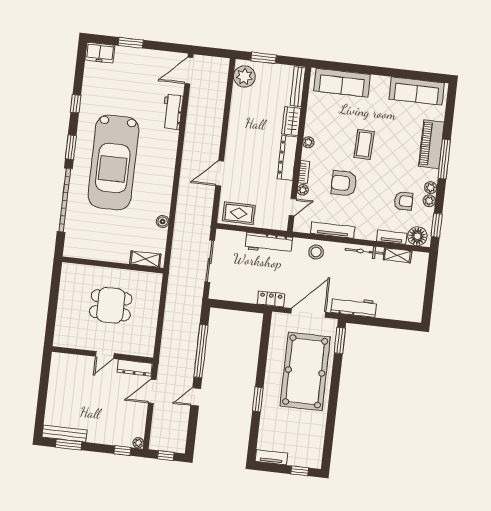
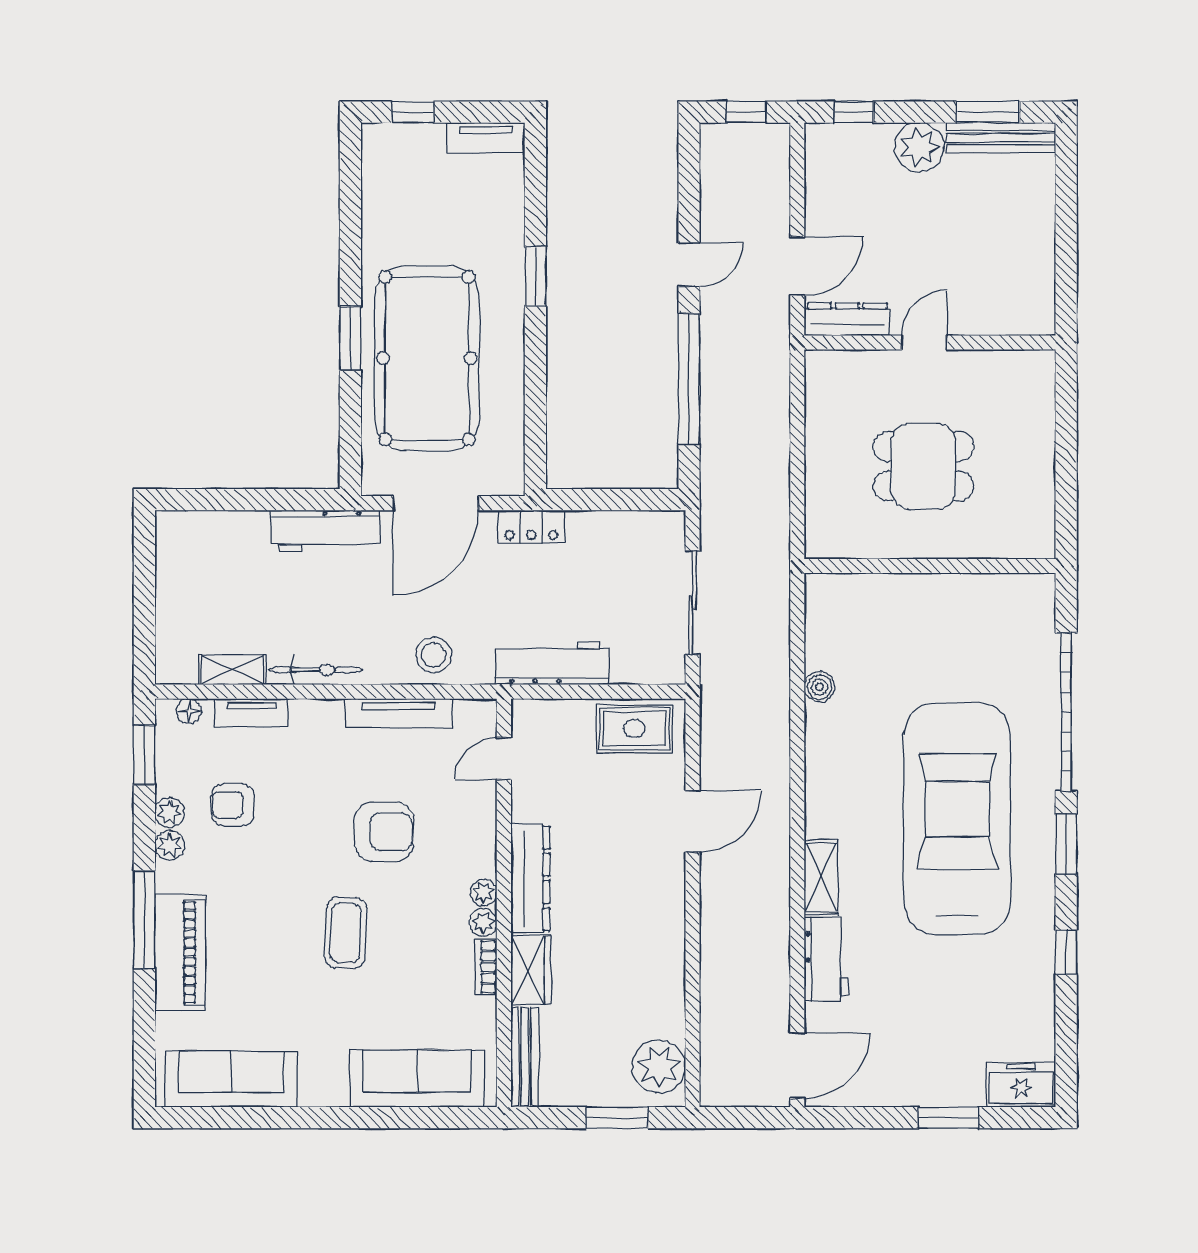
bookcase: (304, 172) -> (486, 967), moved
plant: (303, 190) -> (484, 892), moved
floor lamp: (417, 236) -> (189, 711), width x0.53, depth x0.53
shelving: (145, 259) -> (821, 877), moved, turned 90
window: (340, 341) -> (350, 338), moved
plant: (138, 443) -> (919, 147), moved, width x1.87, depth x1.87

